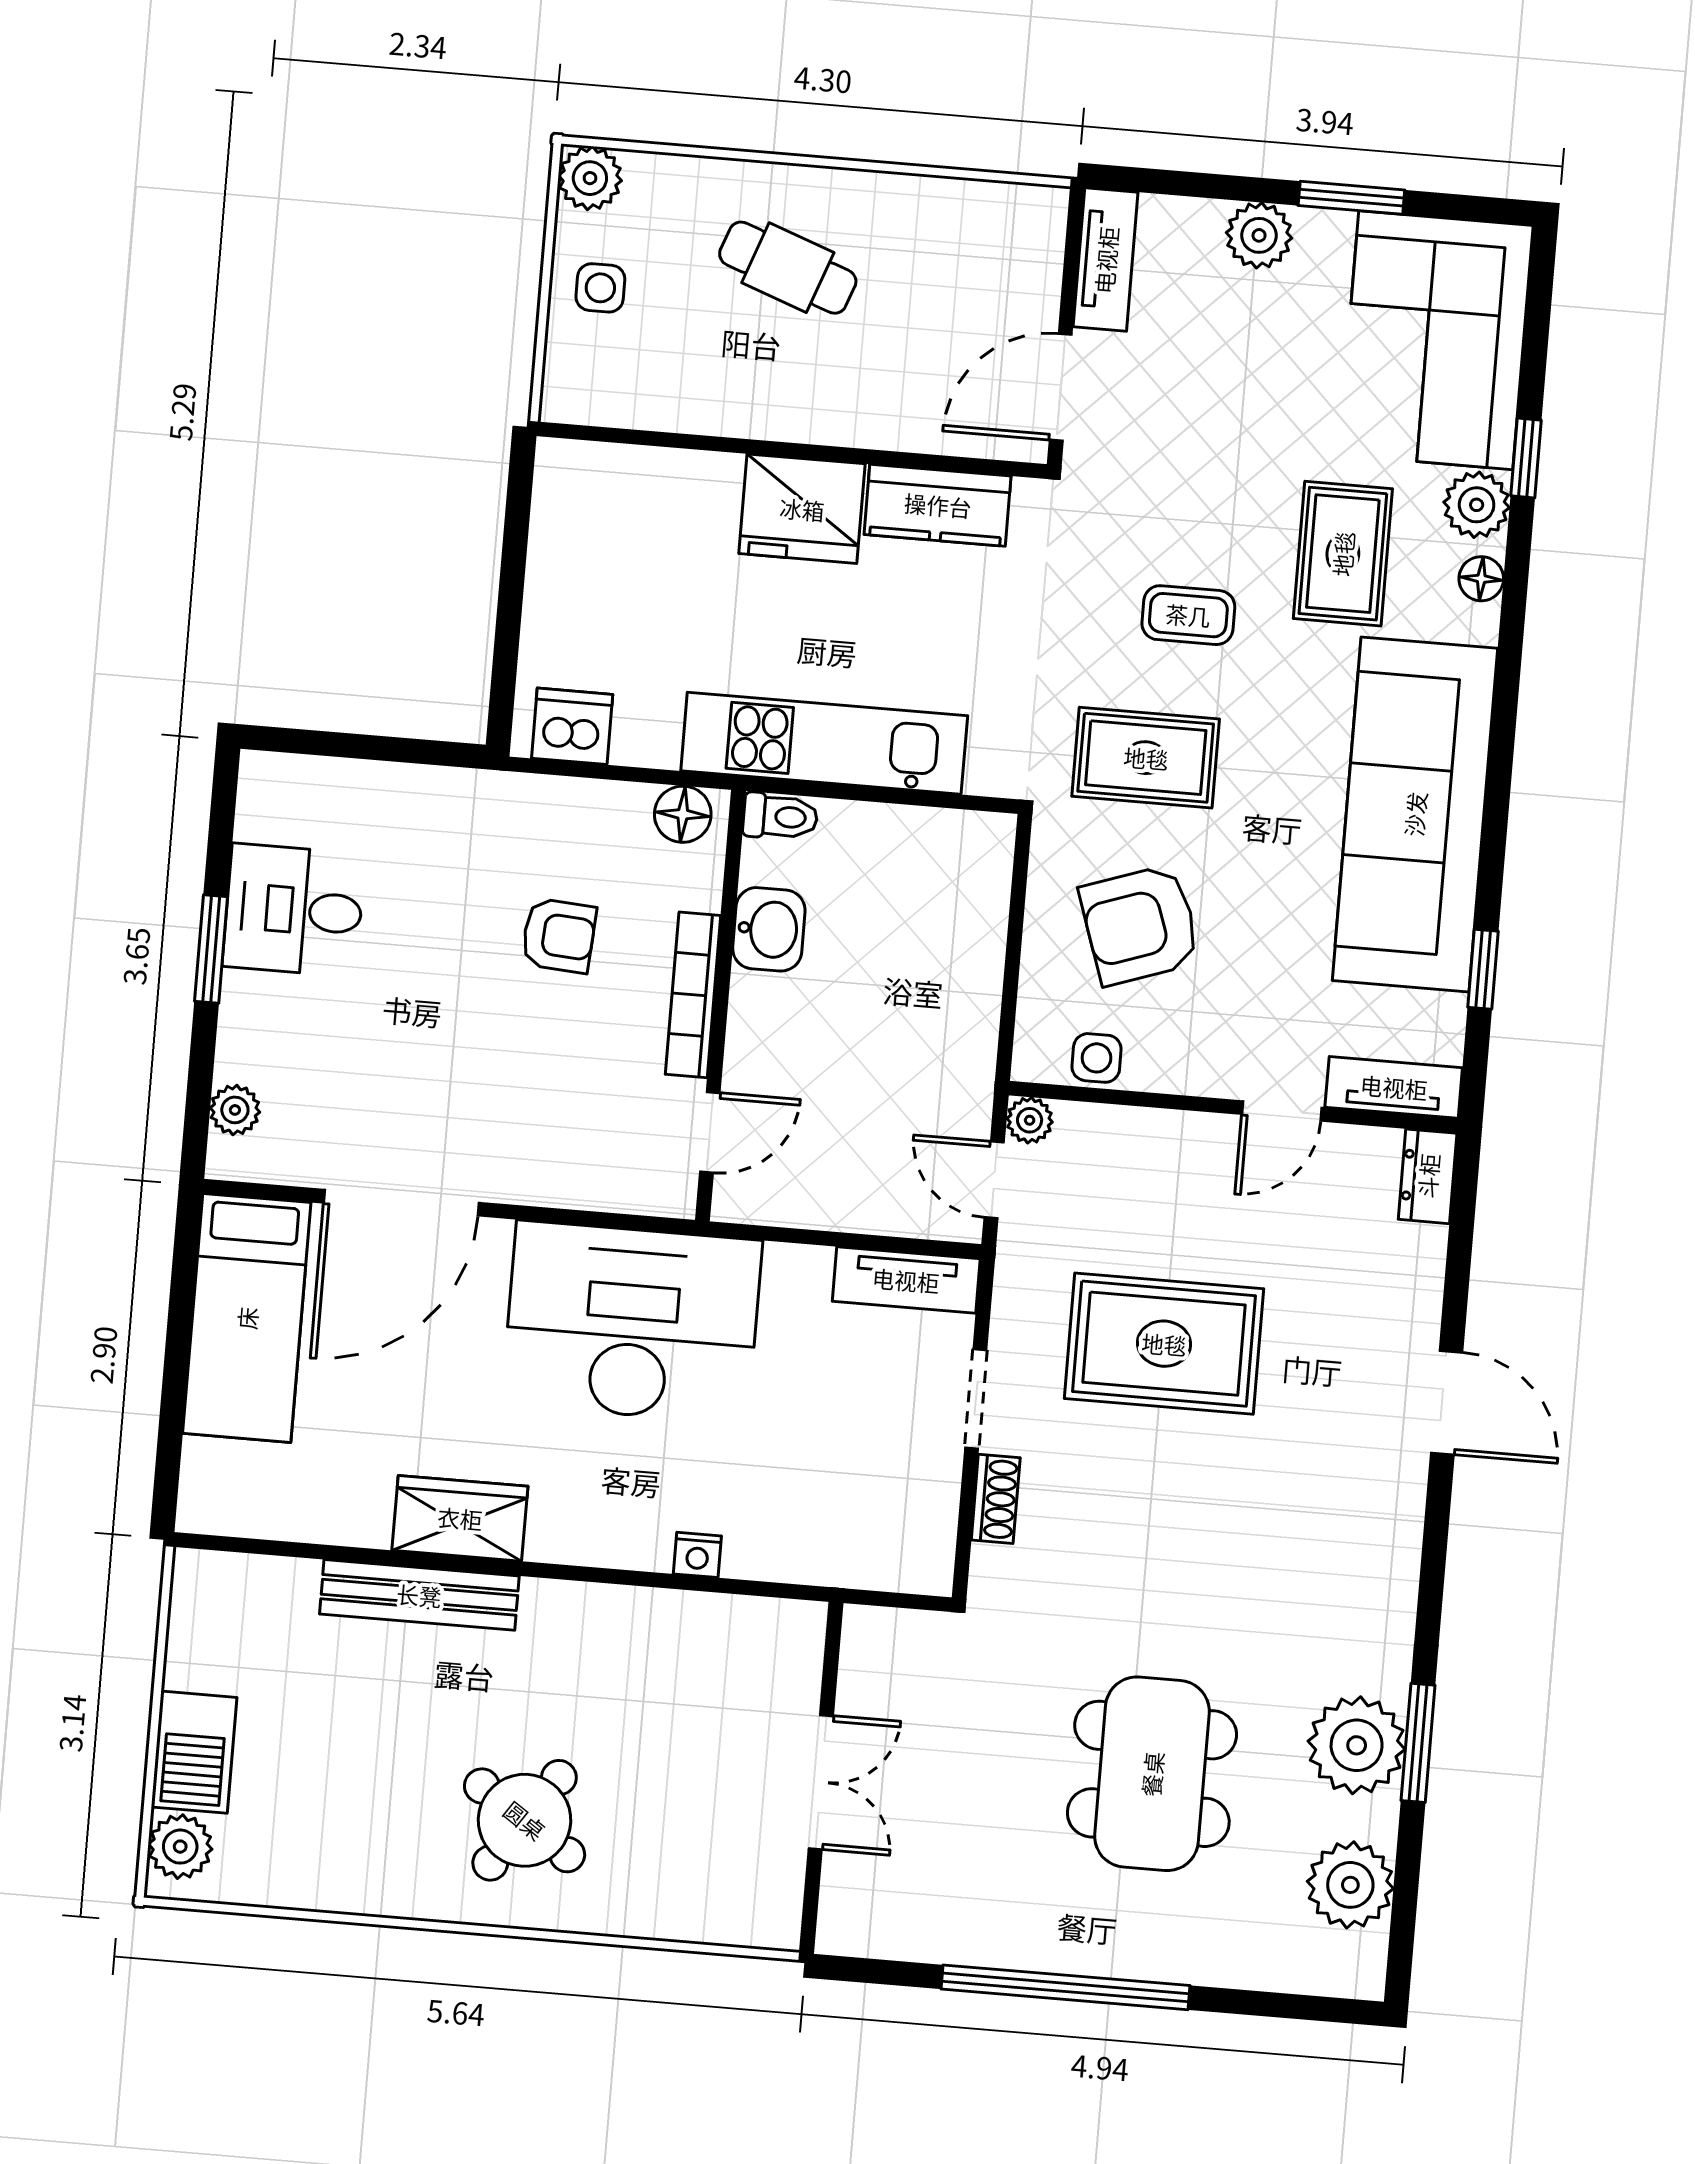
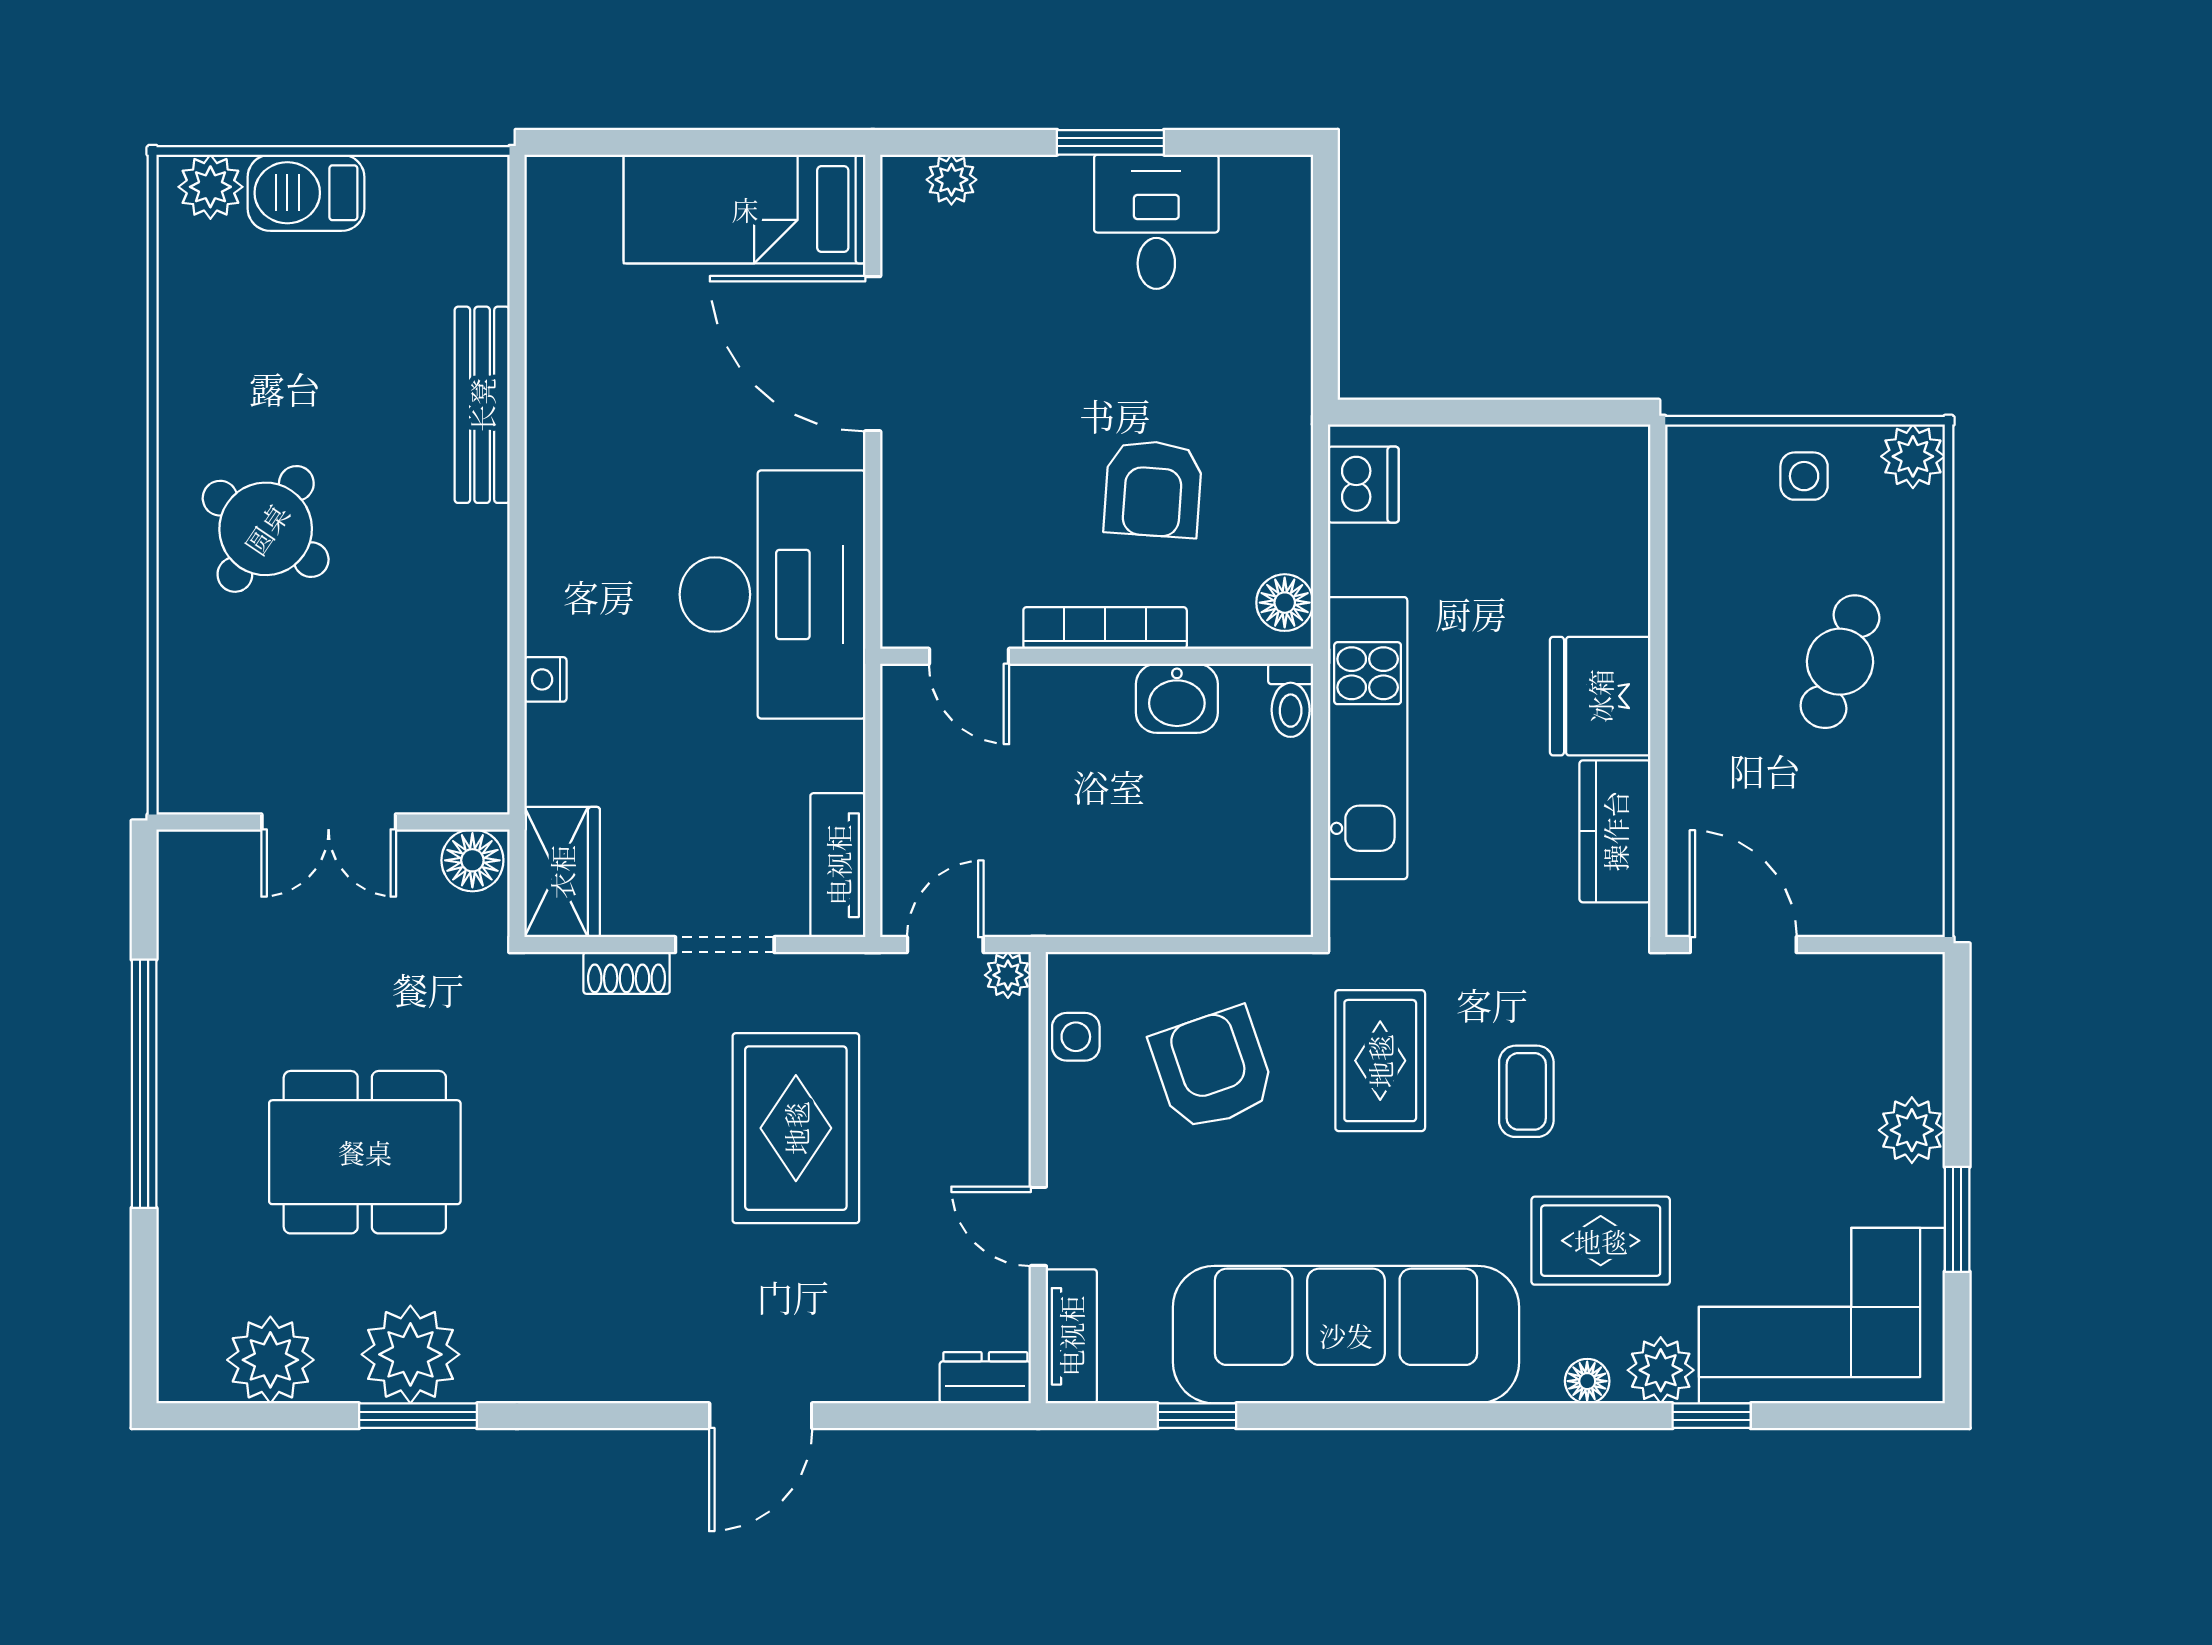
tv unit: (1106, 260) -> (1875, 979), removed
armchair: (559, 936) -> (1153, 489), width x1.38, depth x1.38
wardrobe: (460, 1518) -> (562, 872), moved
floor lamp: (871, 1643) -> (472, 860), added

